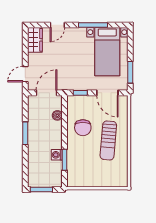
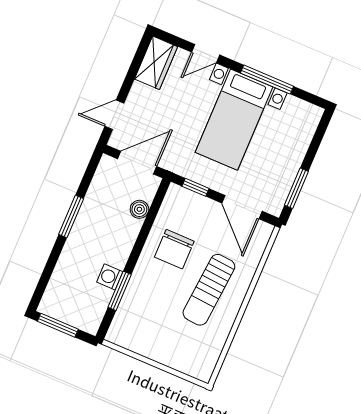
bed with nightstands: (107, 52) -> (234, 120), moved

